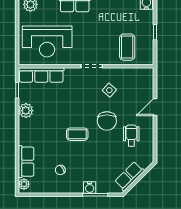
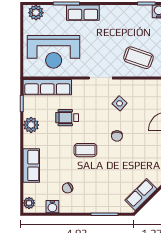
coffee table: (127, 47) -> (138, 58), turned -71
chair: (107, 121) -> (117, 136), width x0.54, depth x0.54
wheelchair: (131, 135) -> (67, 118), moved, turned -90
row of seats: (26, 162) -> (31, 165), moved
water cooler: (90, 188) -> (52, 207), moved

